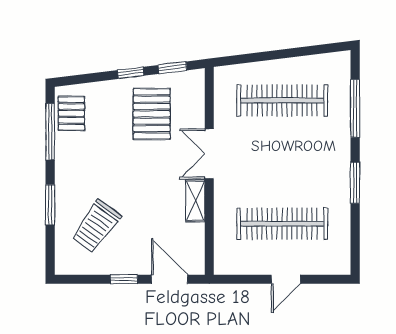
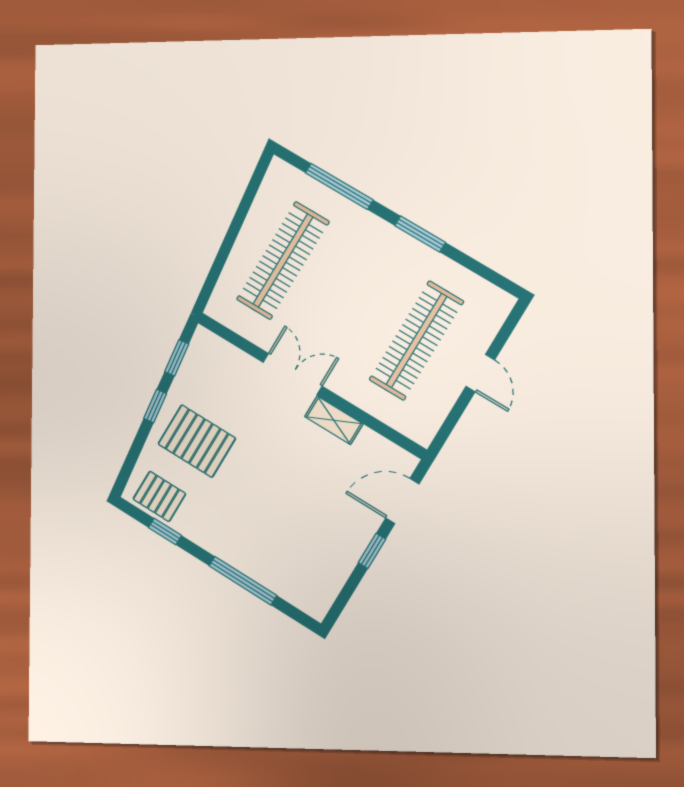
pallet: (152, 114) -> (197, 441), moved
window: (50, 132) -> (165, 531), width x0.46
double door: (209, 154) -> (293, 374), swing flipped
window: (50, 205) -> (243, 581), width x1.44
trolley: (96, 226) -> (296, 545), removed

